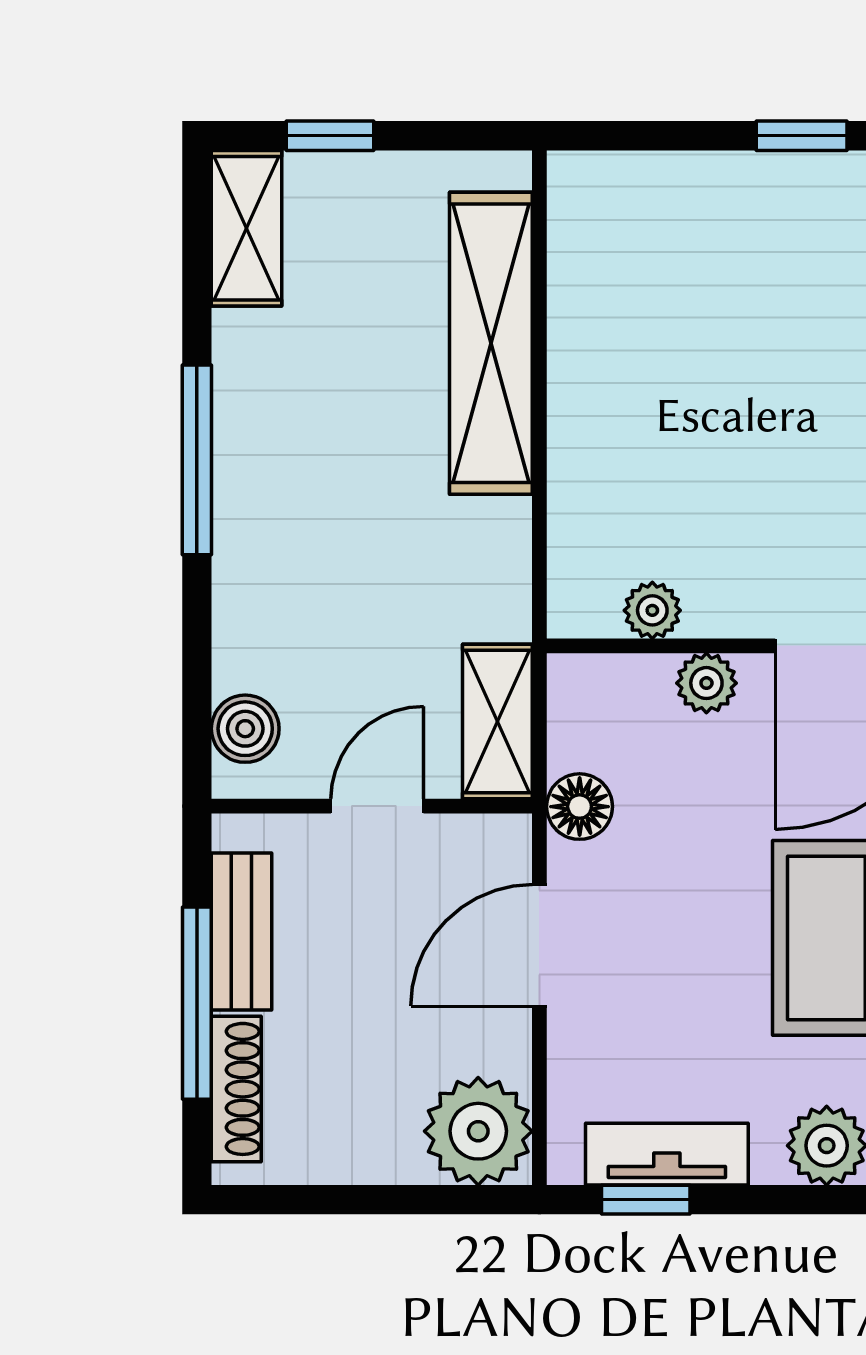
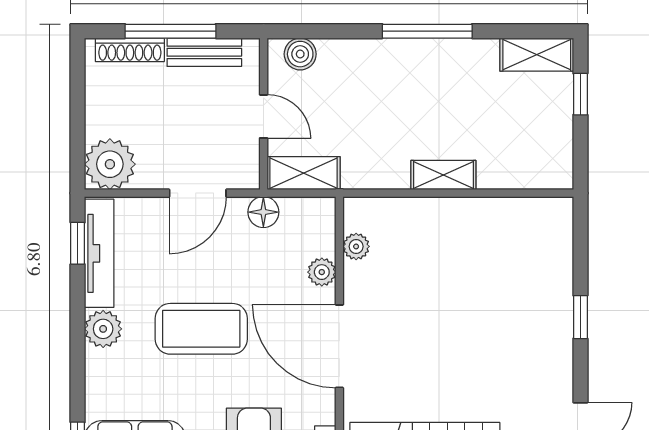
shelving: (491, 343) -> (443, 175), width x0.45, depth x0.75
door: (539, 945) -> (198, 193), swing flipped
tv unit: (667, 1154) -> (99, 253), width x1.41

